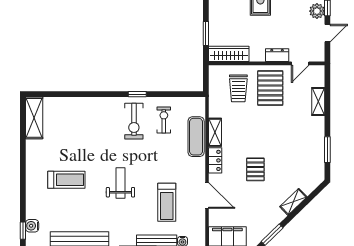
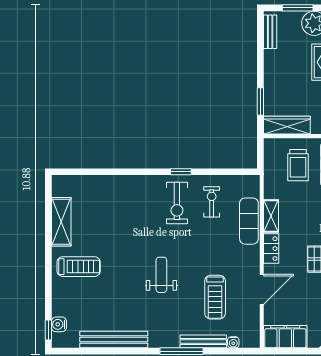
shelving: (34, 118) -> (61, 222), moved
treadmill: (66, 180) -> (79, 267), moved
door: (207, 196) -> (262, 289), hinge flipped

